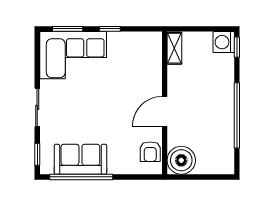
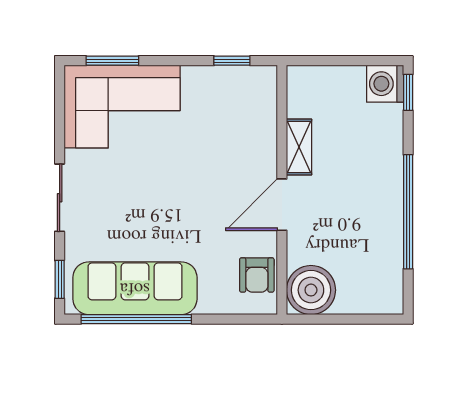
window: (110, 29) -> (232, 61), moved
shelving: (174, 48) -> (299, 147), moved
sofa: (80, 159) -> (135, 288), width x1.36

